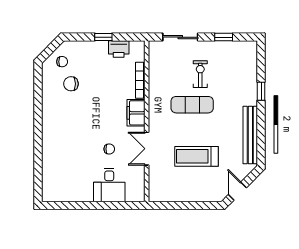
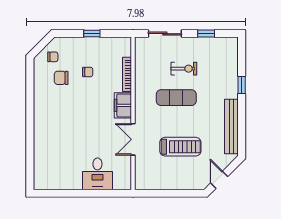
printer: (119, 49) -> (106, 45), removed
exercise bike: (200, 74) -> (184, 69), turned 90
chair: (109, 149) -> (88, 72), moved
treadmill: (197, 156) -> (180, 147), turned 180

